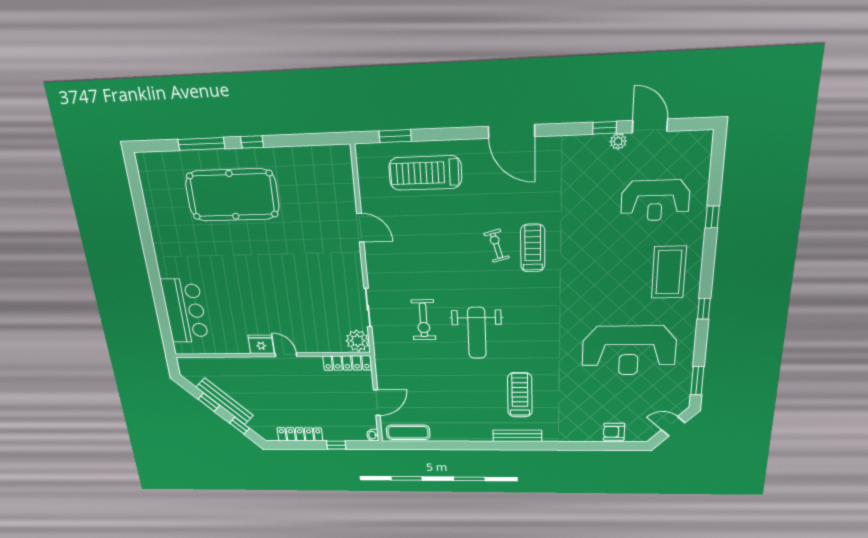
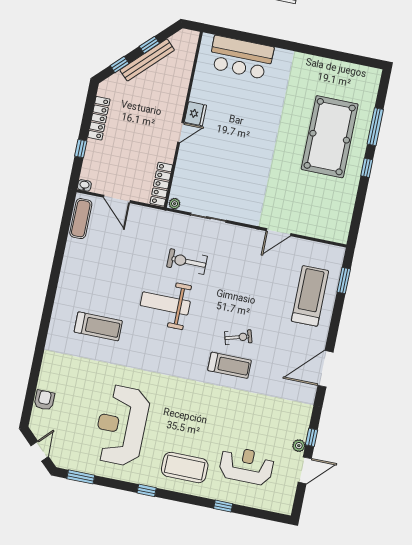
reception desk: (655, 200) -> (246, 466), turned 90
plant: (358, 341) -> (175, 204), width x0.53, depth x0.53
bench: (517, 436) -> (57, 315), removed

